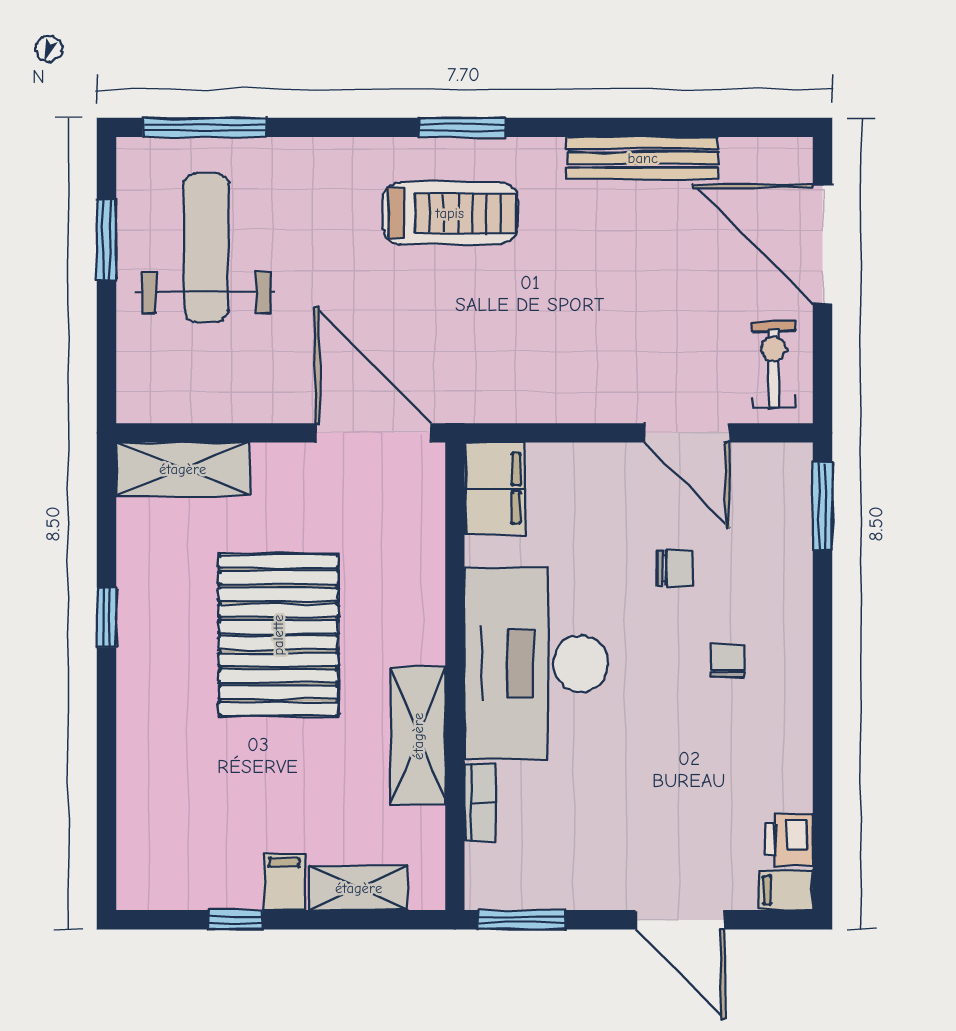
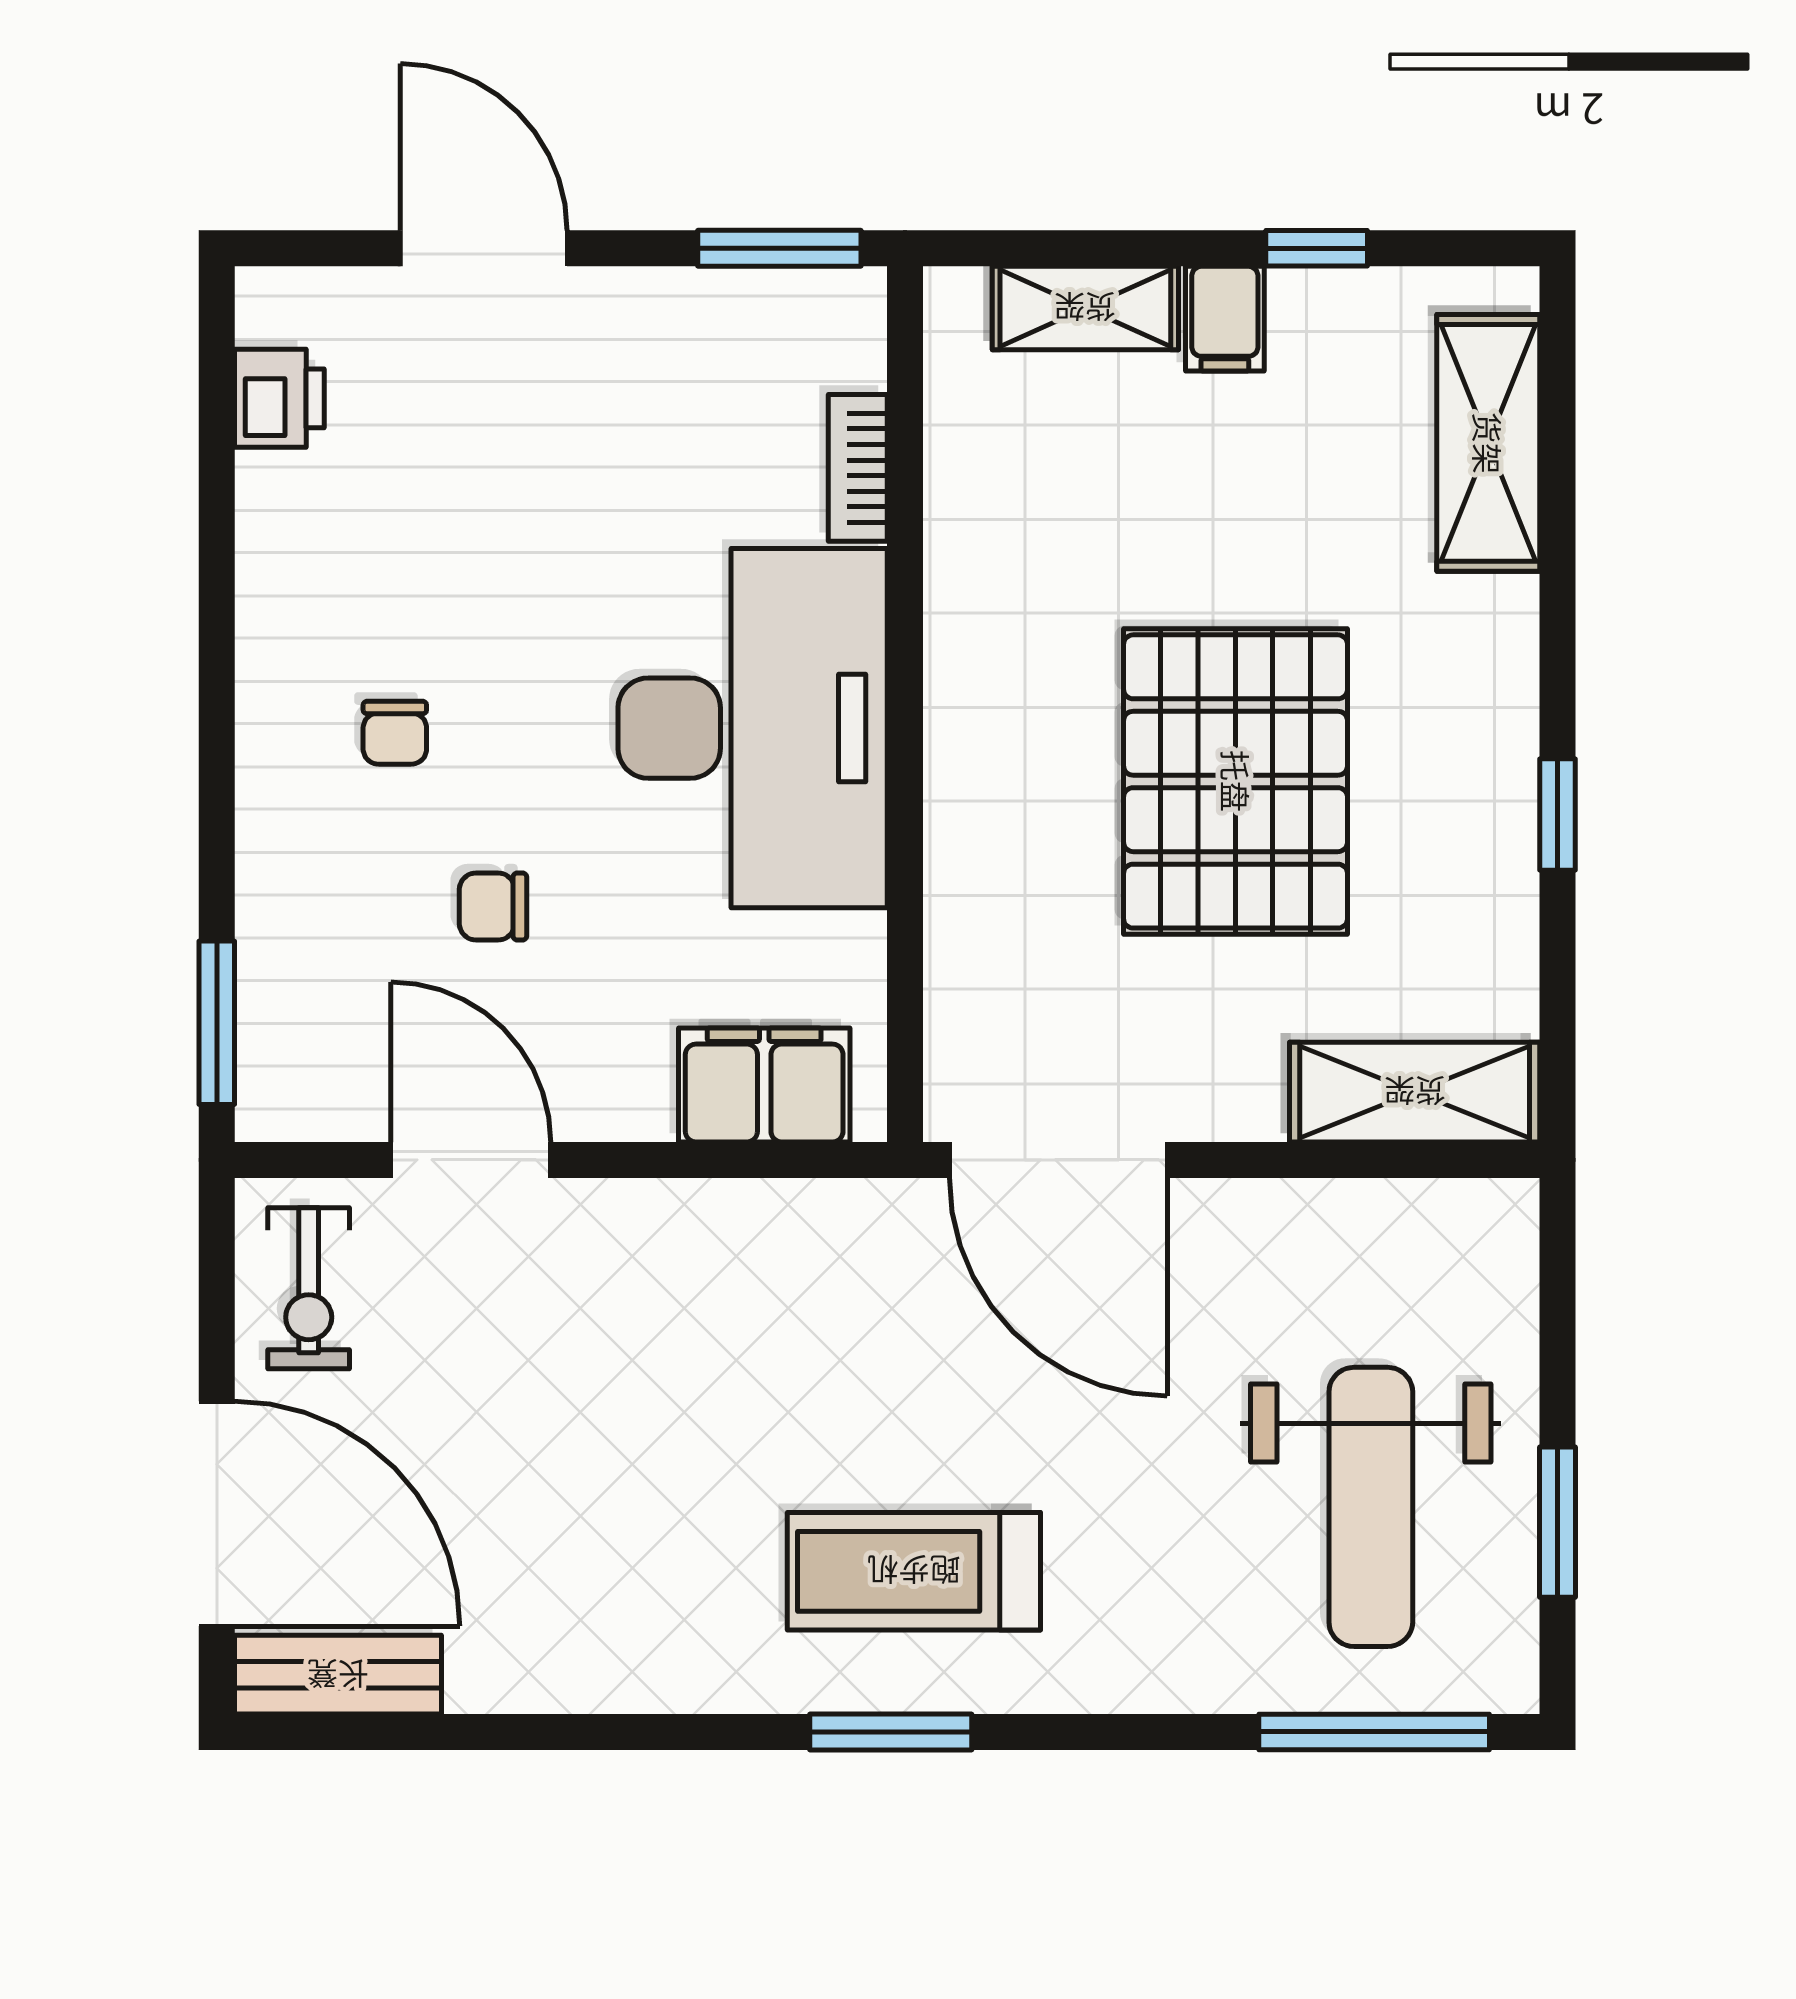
bench: (643, 158) -> (338, 1675), moved, width x0.73
filing cabinet: (495, 488) -> (764, 1085), moved, turned 90
shelving: (418, 736) -> (1488, 443), moved
filing cabinet: (786, 890) -> (285, 304), removed

